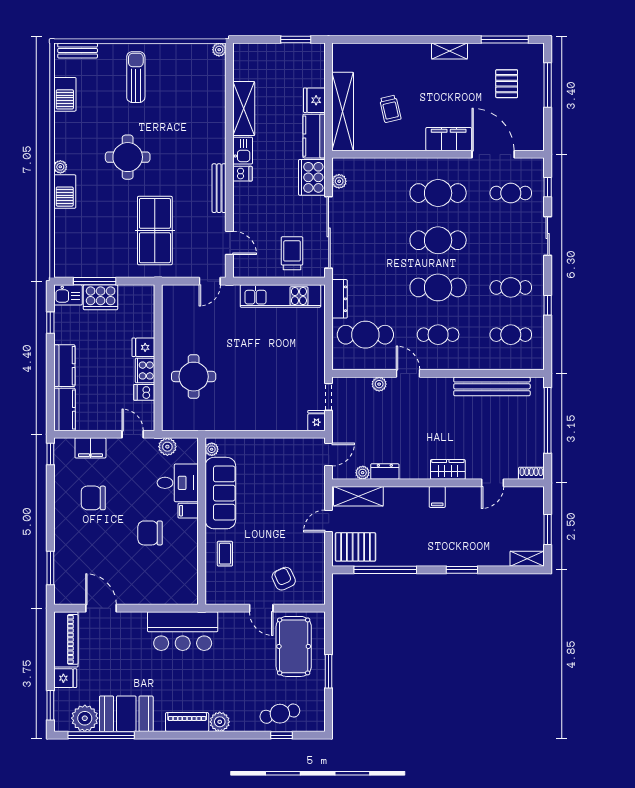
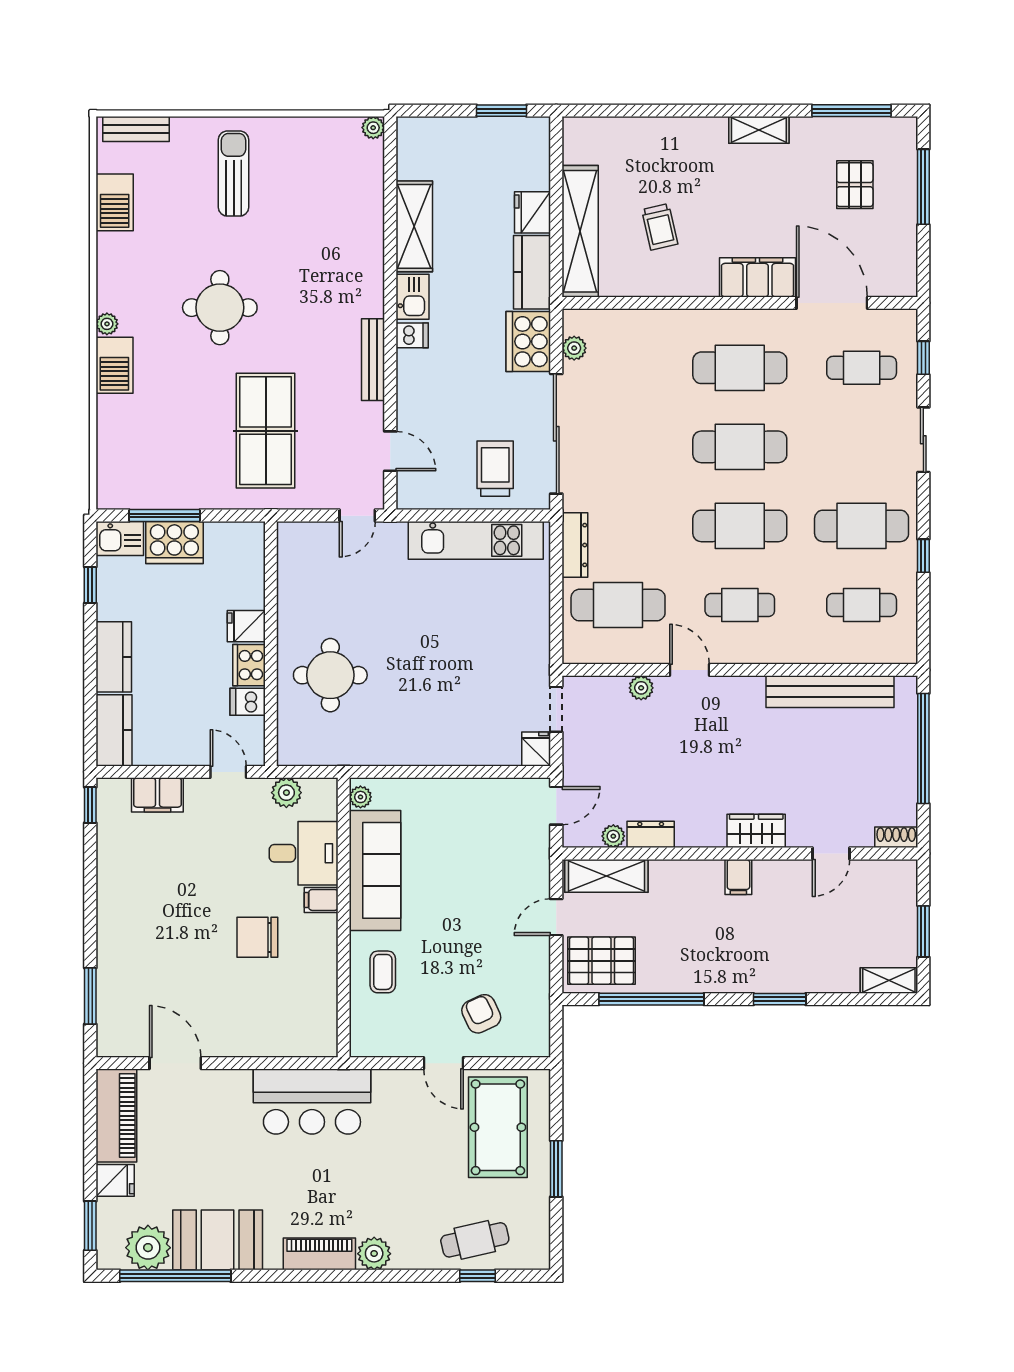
cafe table: (511, 287) -> (862, 526), width x1.37, depth x1.35
chair: (93, 498) -> (162, 879), removed

